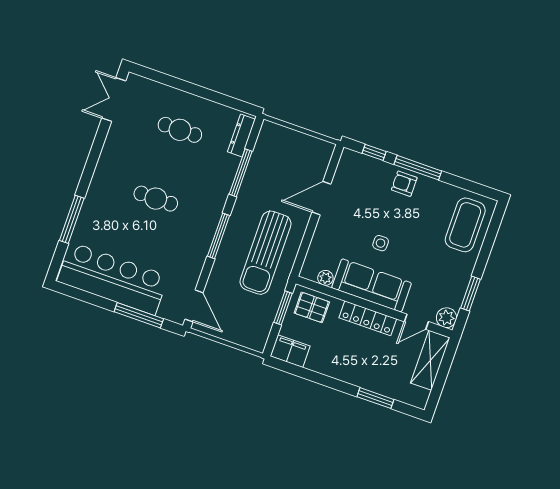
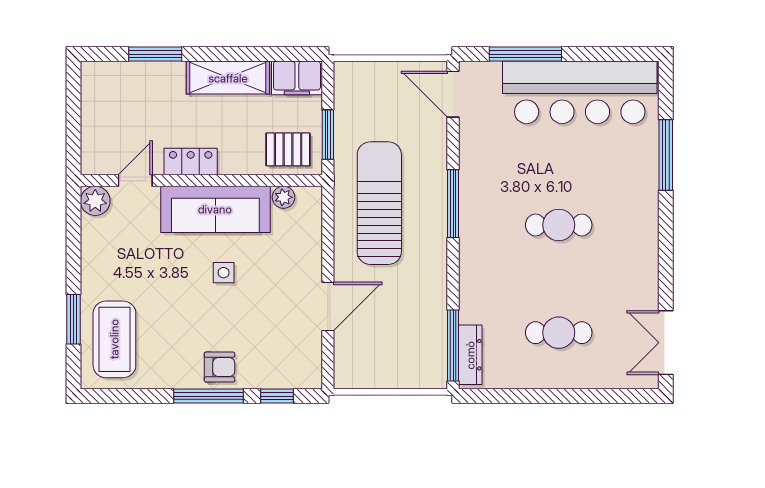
double door: (114, 100) -> (666, 343), swing flipped
window: (241, 173) -> (453, 345), moved
window: (471, 294) -> (74, 319), moved
locker: (368, 318) -> (191, 162), width x0.66
shelving: (430, 360) -> (228, 78), moved, turned 90

